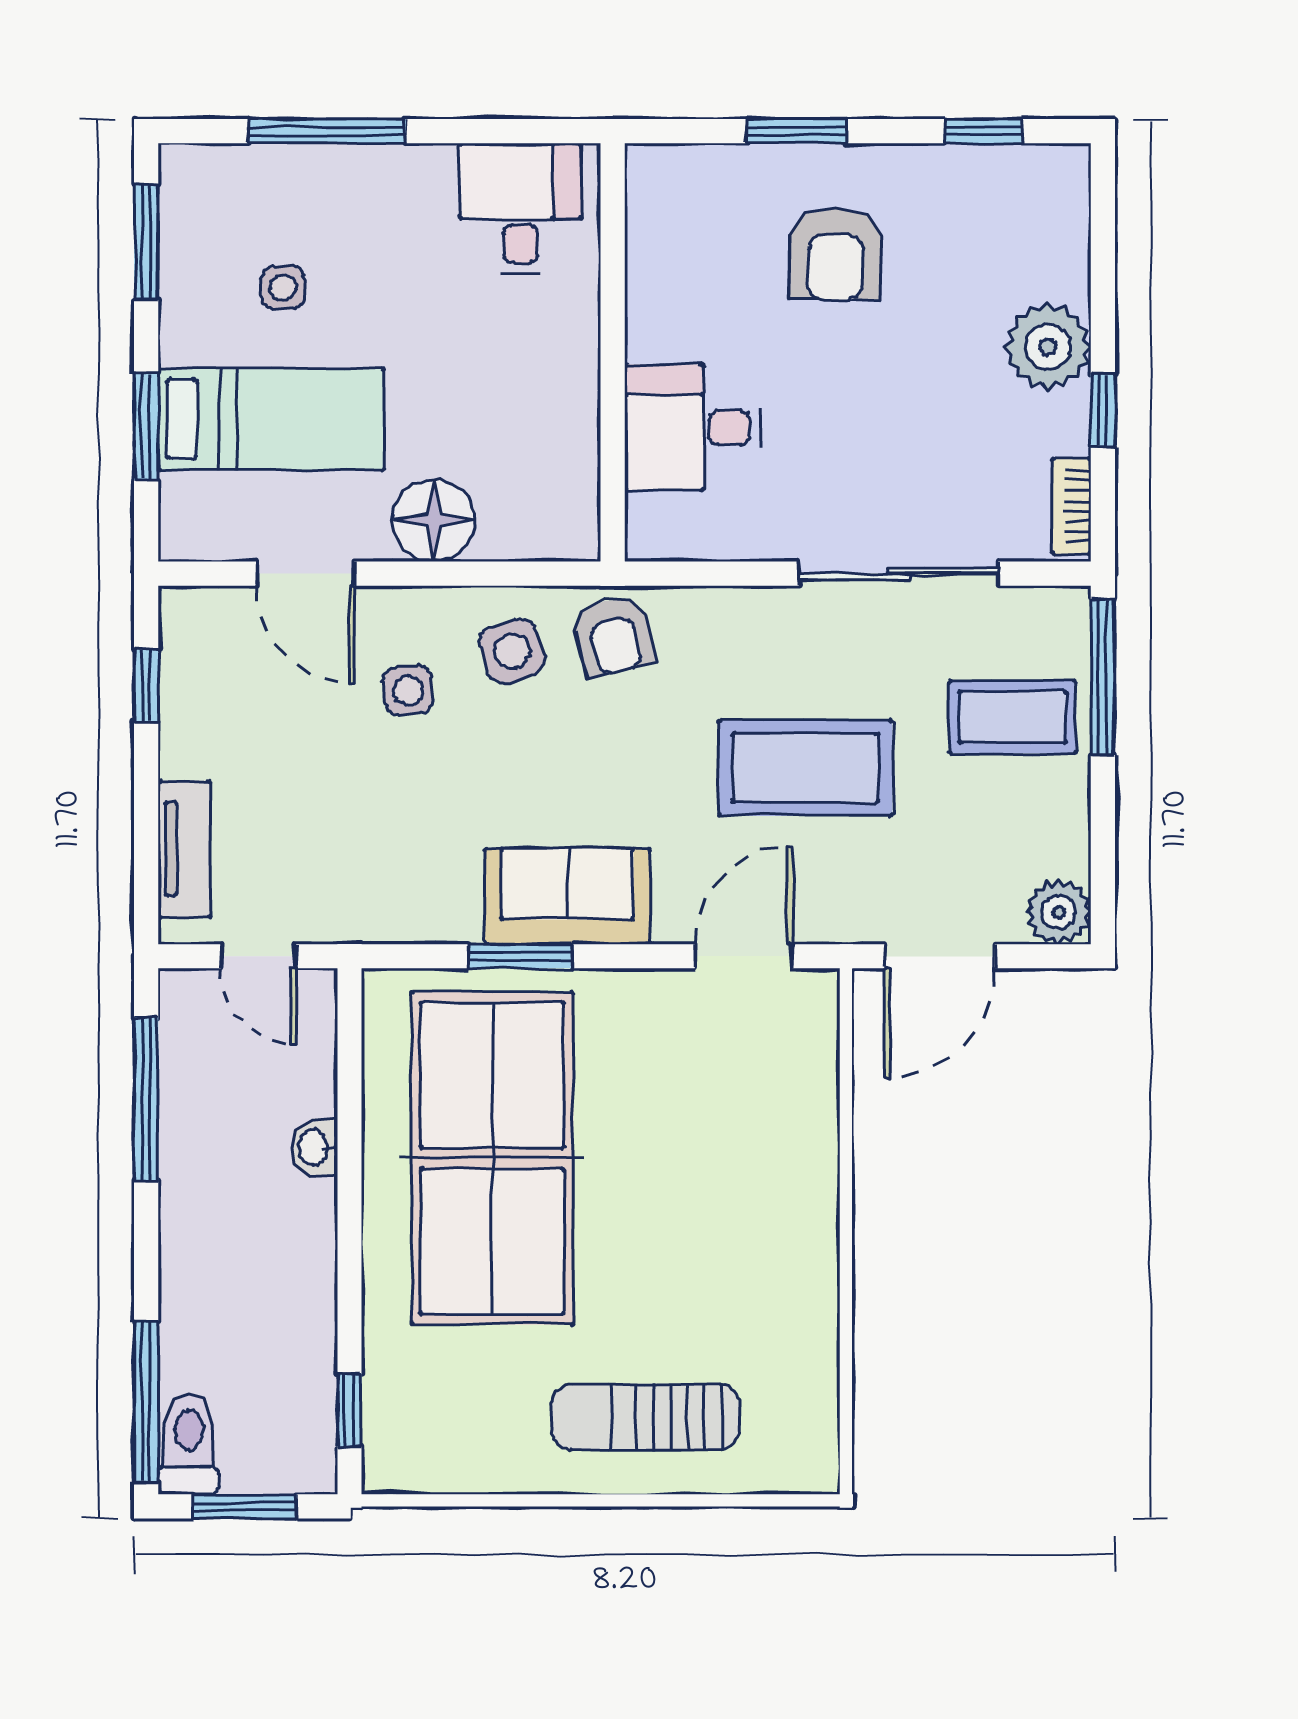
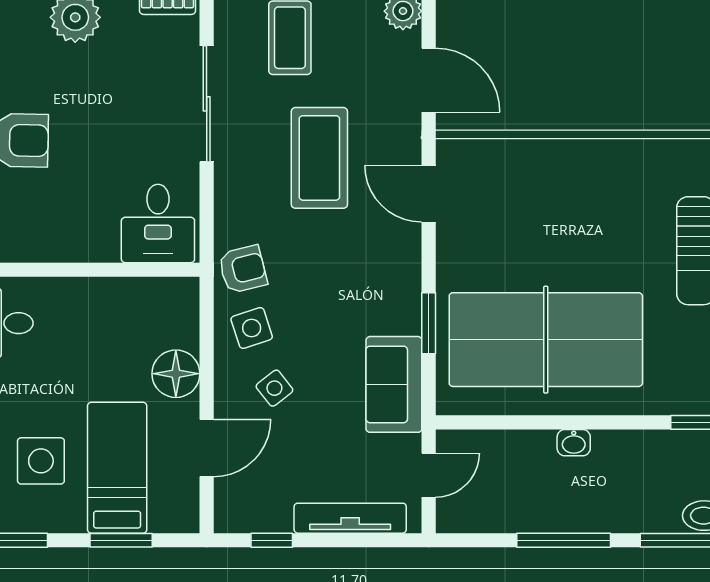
side table: (283, 288) -> (41, 461), width x1.87, depth x1.87
desk: (692, 428) -> (158, 223), moved
side table: (408, 690) -> (274, 388), turned -34
tv unit: (184, 849) -> (350, 518), width x1.41
sofa: (567, 896) -> (394, 384), moved
window: (146, 1099) -> (564, 540), moved
washbasin: (315, 1147) -> (574, 443), moved

